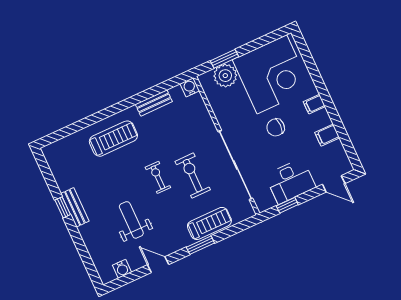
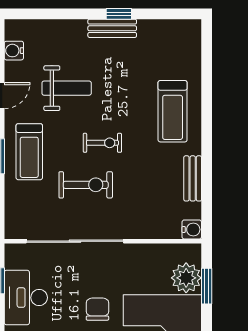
treadmill: (209, 223) -> (29, 152), moved

